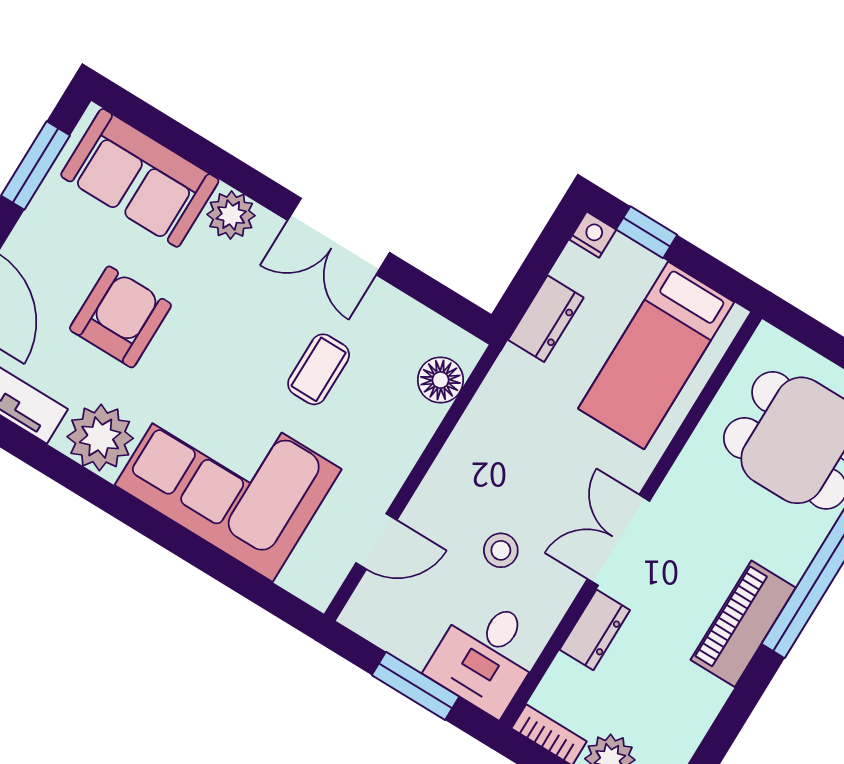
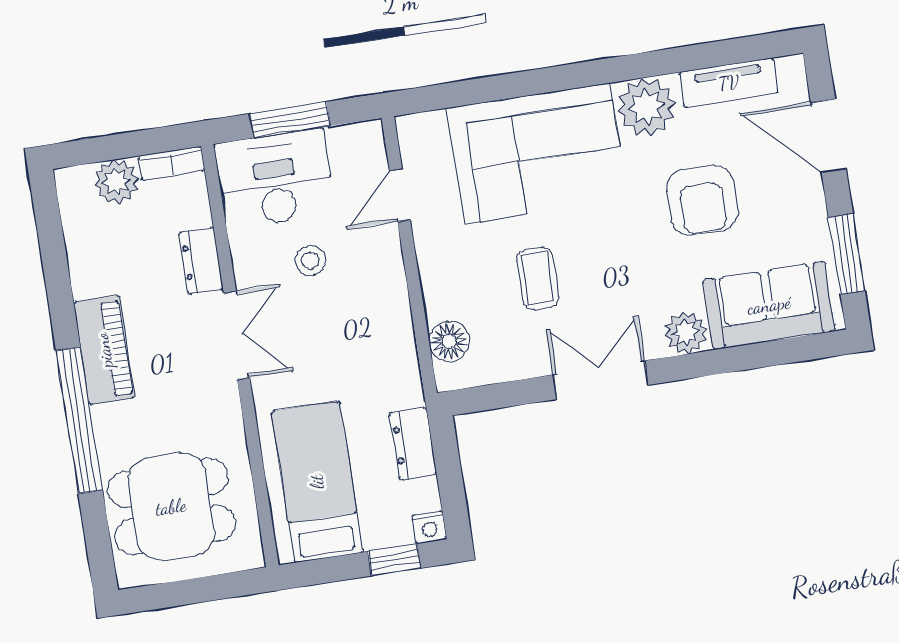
desk: (486, 655) -> (275, 179), width x1.37

